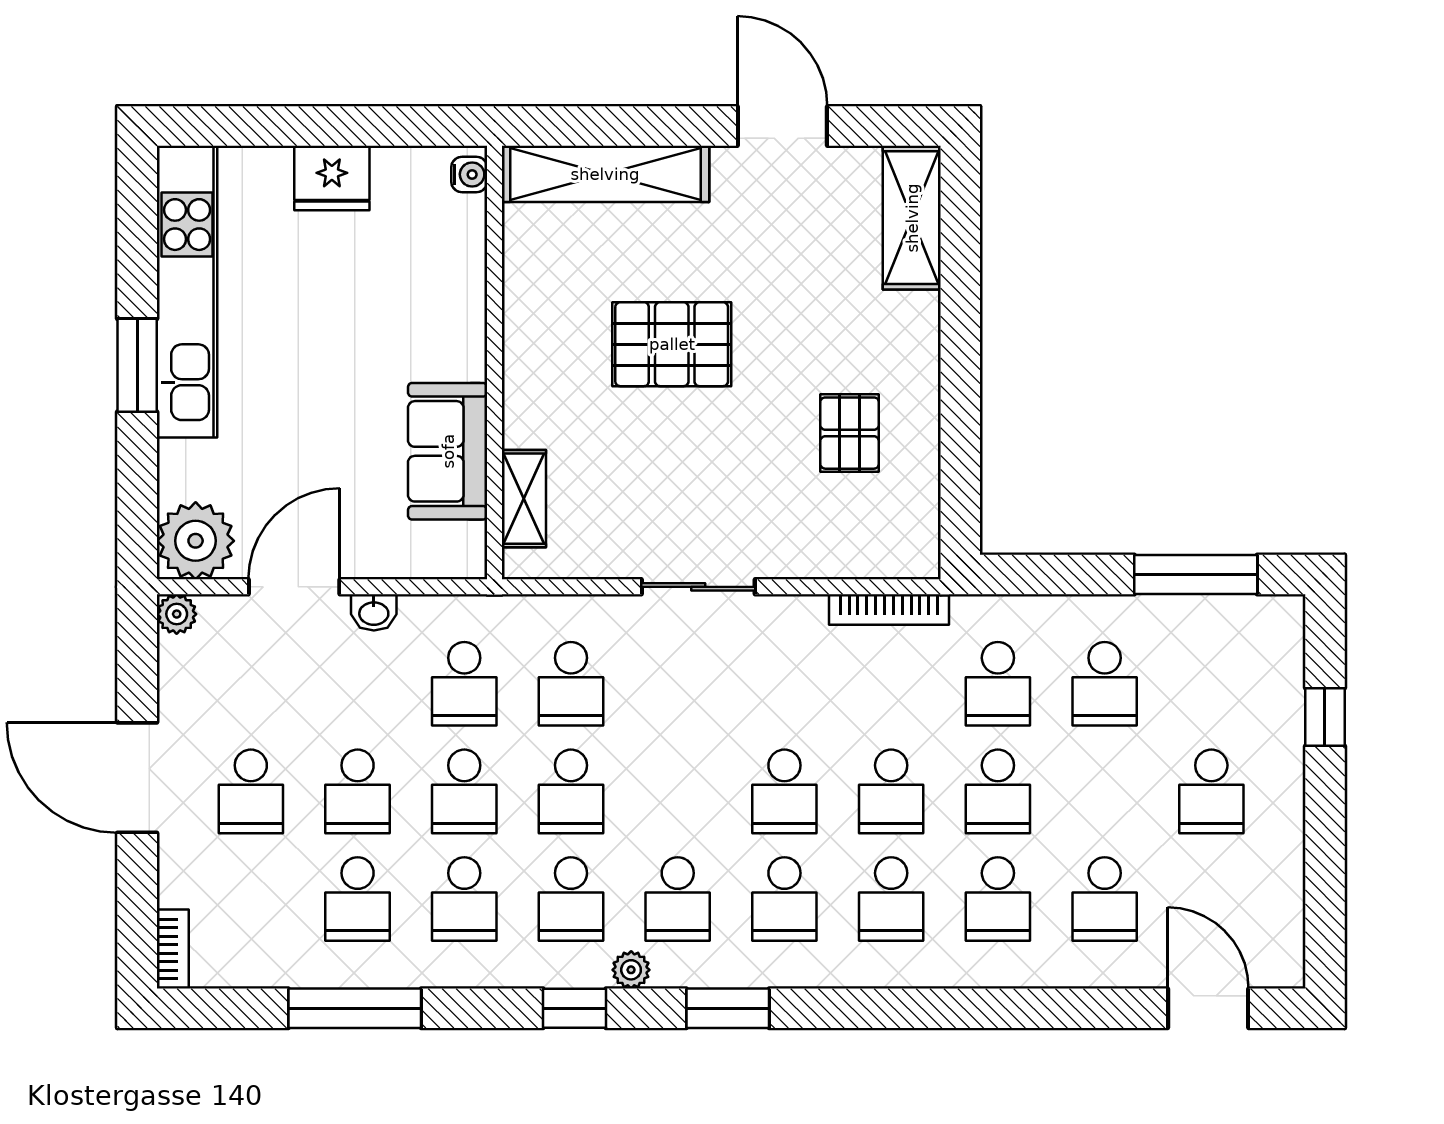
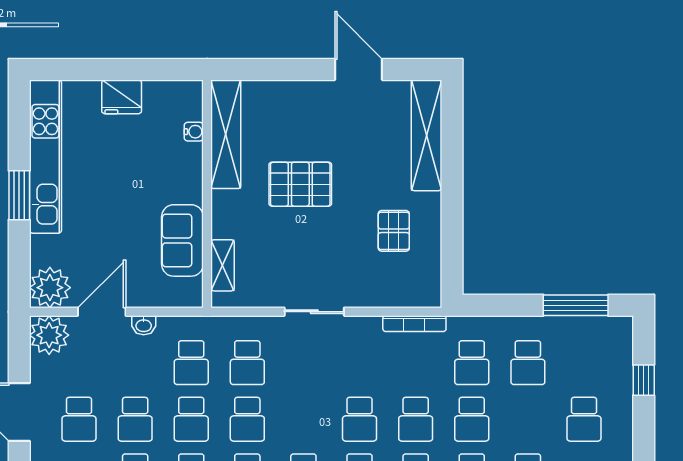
water cooler: (469, 174) -> (194, 132), moved
shelving: (605, 174) -> (226, 134), moved, turned 90
shelving: (912, 218) -> (426, 135), width x1.47
plant: (177, 614) -> (49, 335), width x1.87, depth x1.87

